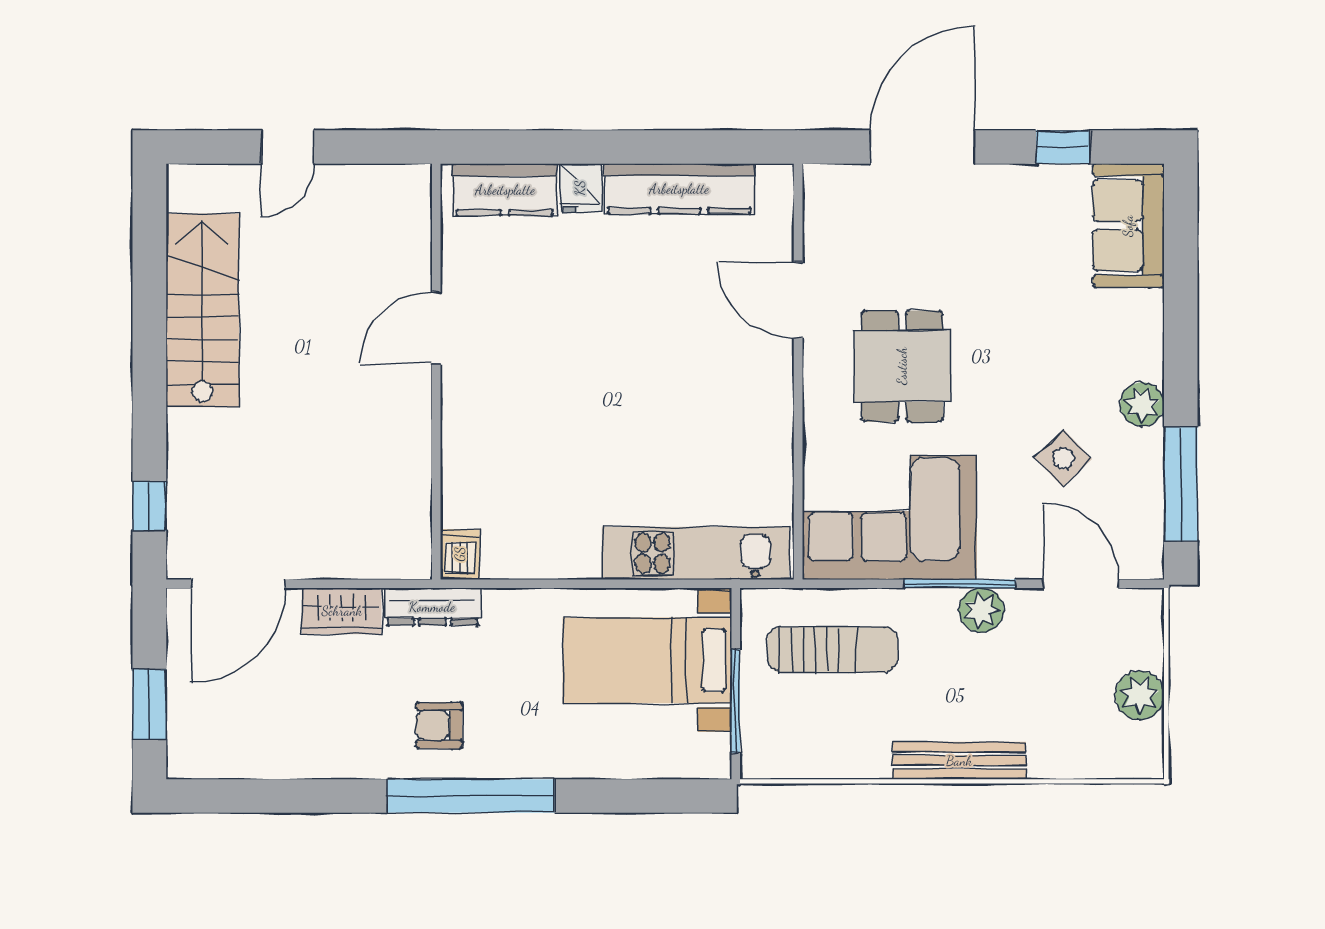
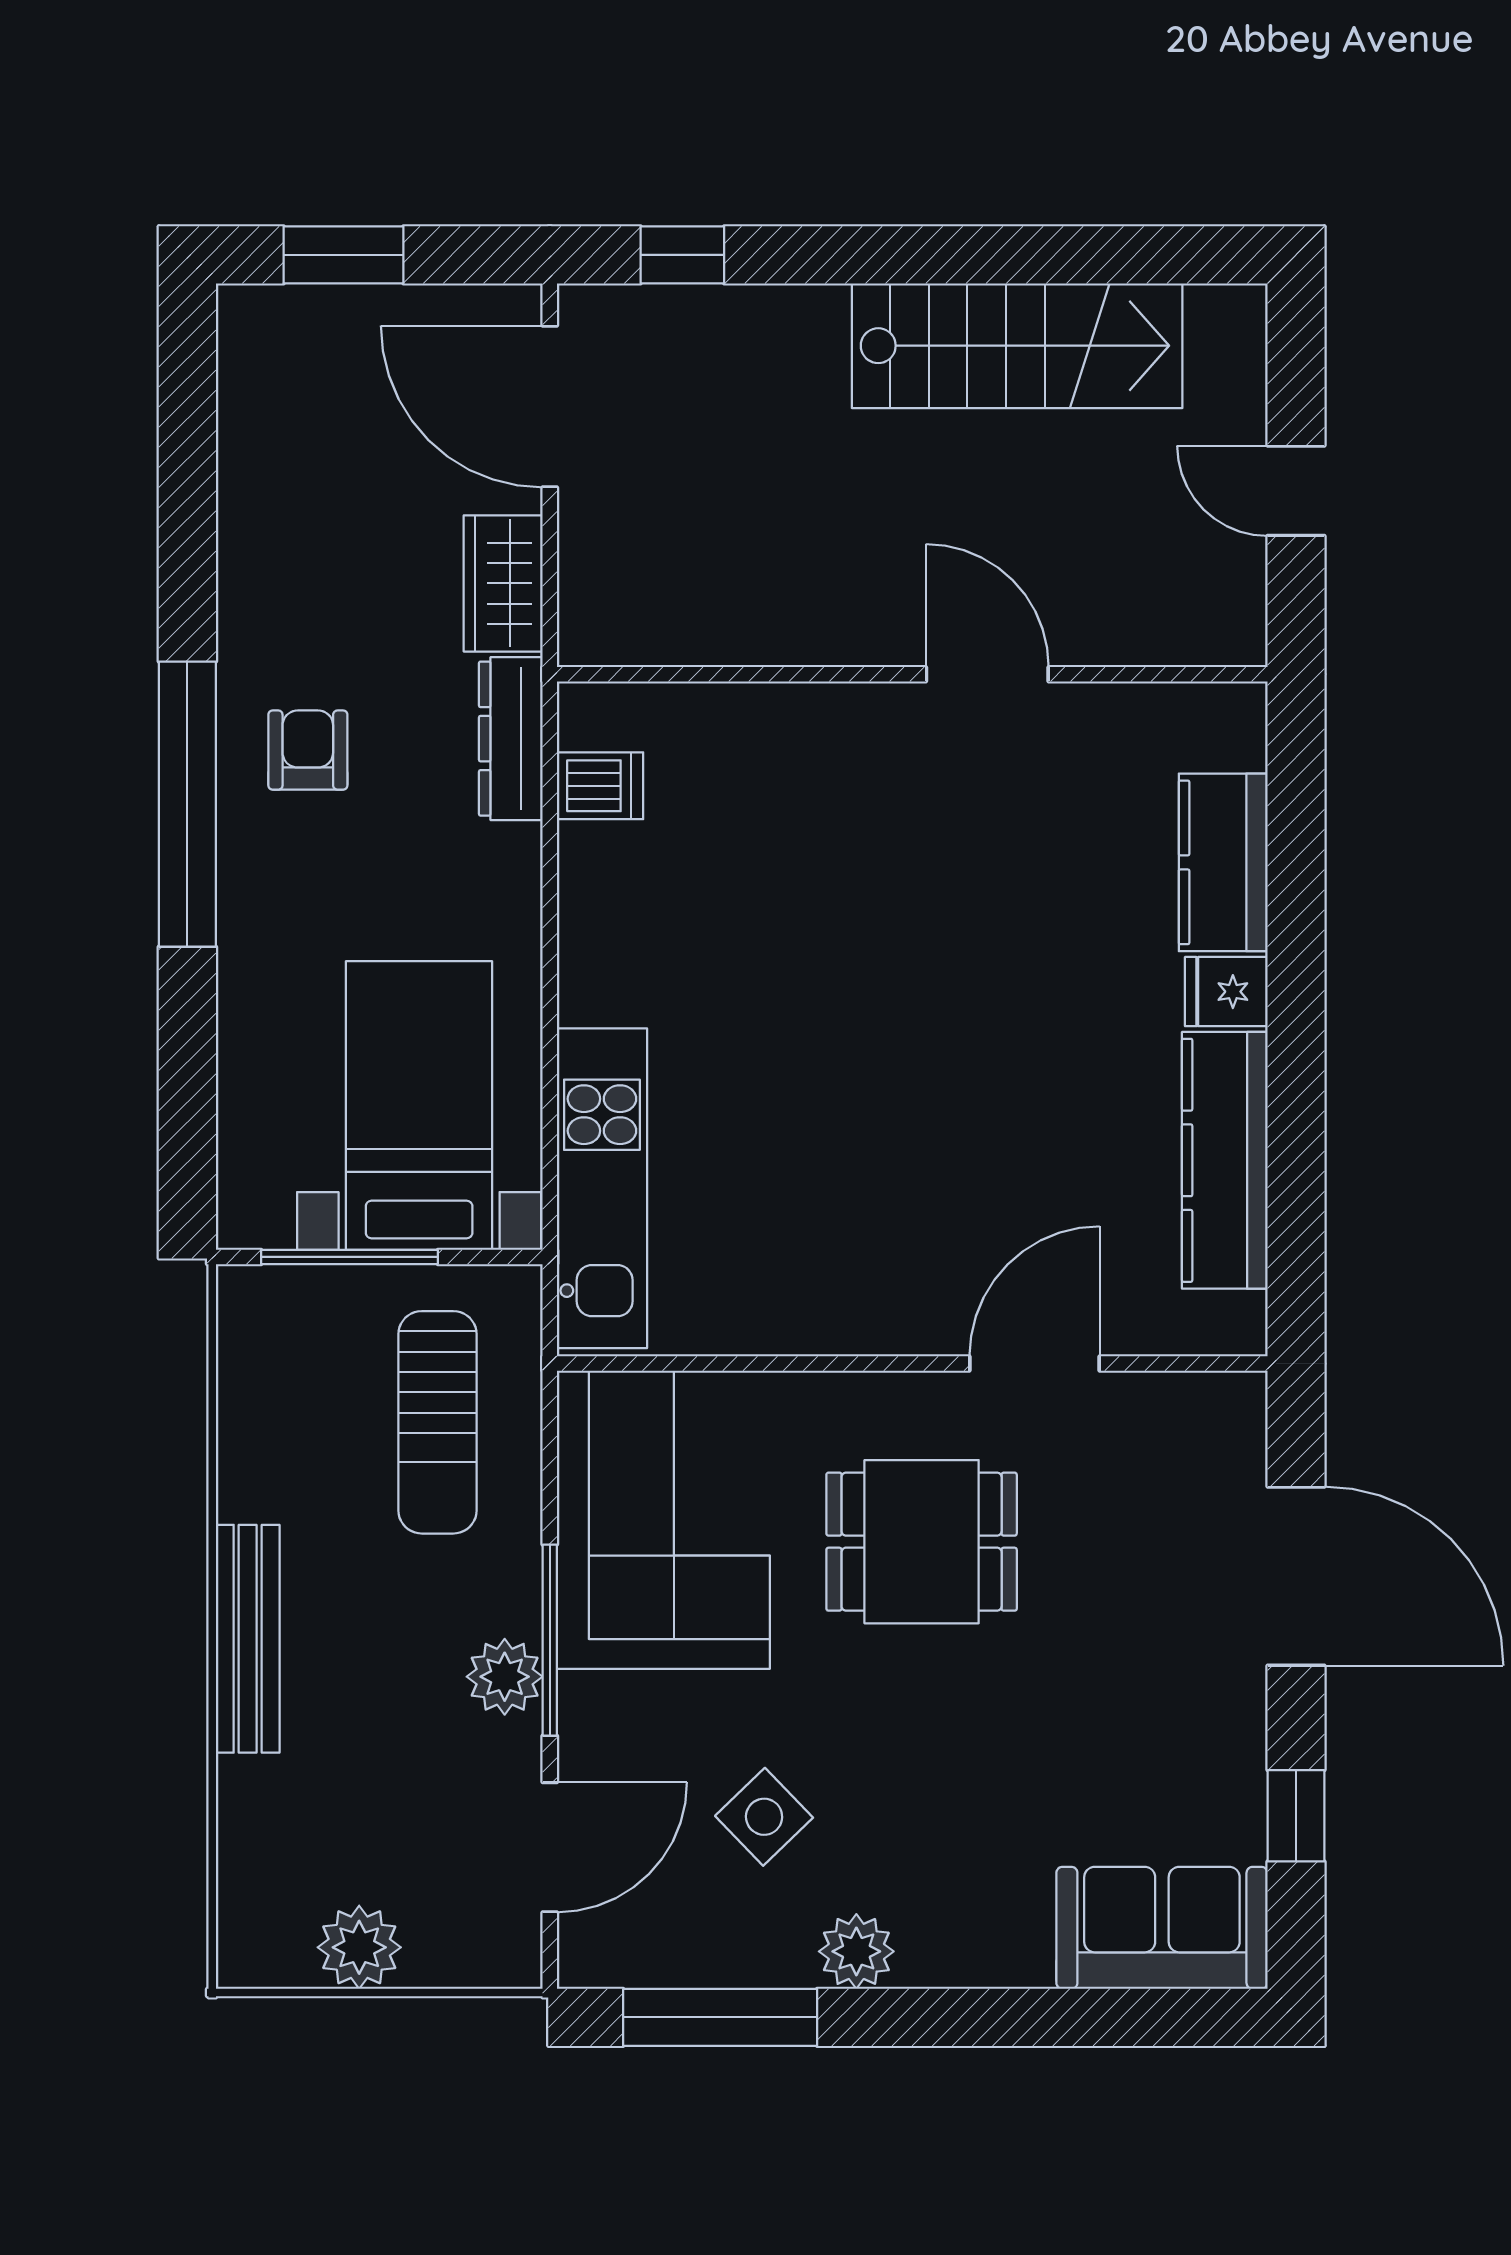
door: (436, 328) -> (987, 674), moved
wall: (436, 372) -> (912, 674), moved

